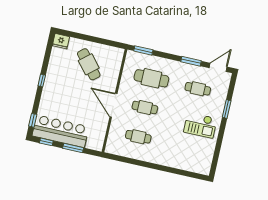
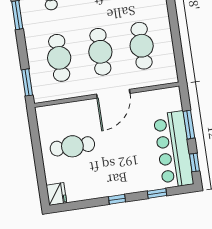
cafe table: (89, 64) -> (72, 146), turned 40
cafe table: (145, 108) -> (100, 52), width x1.37, depth x1.35
window: (33, 120) -> (157, 193), moved
cafe table: (138, 137) -> (142, 46), width x1.37, depth x1.35

